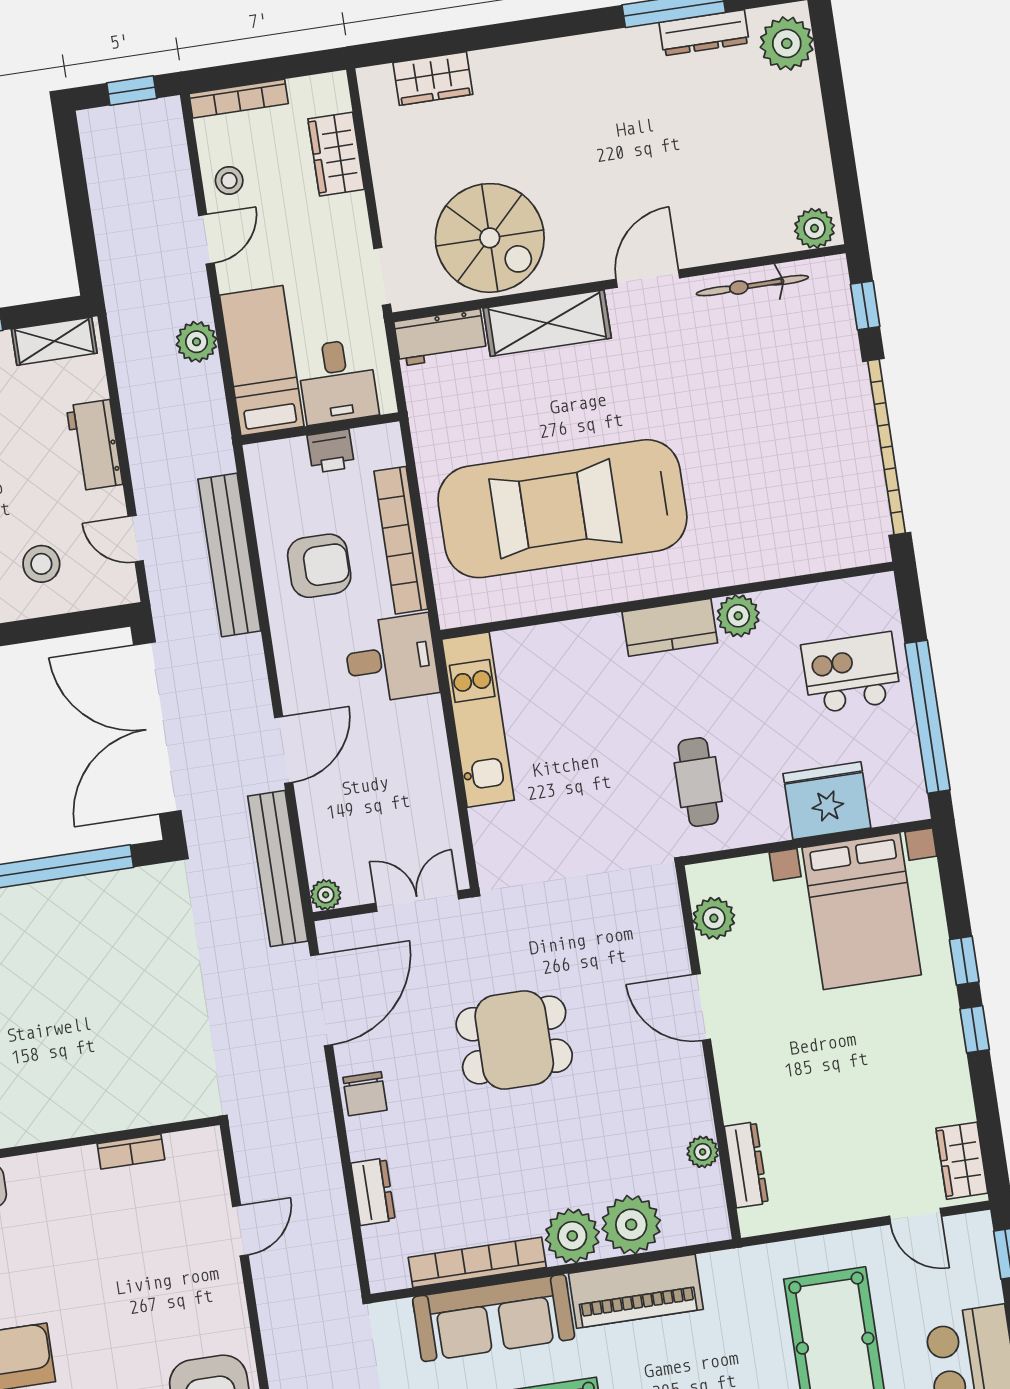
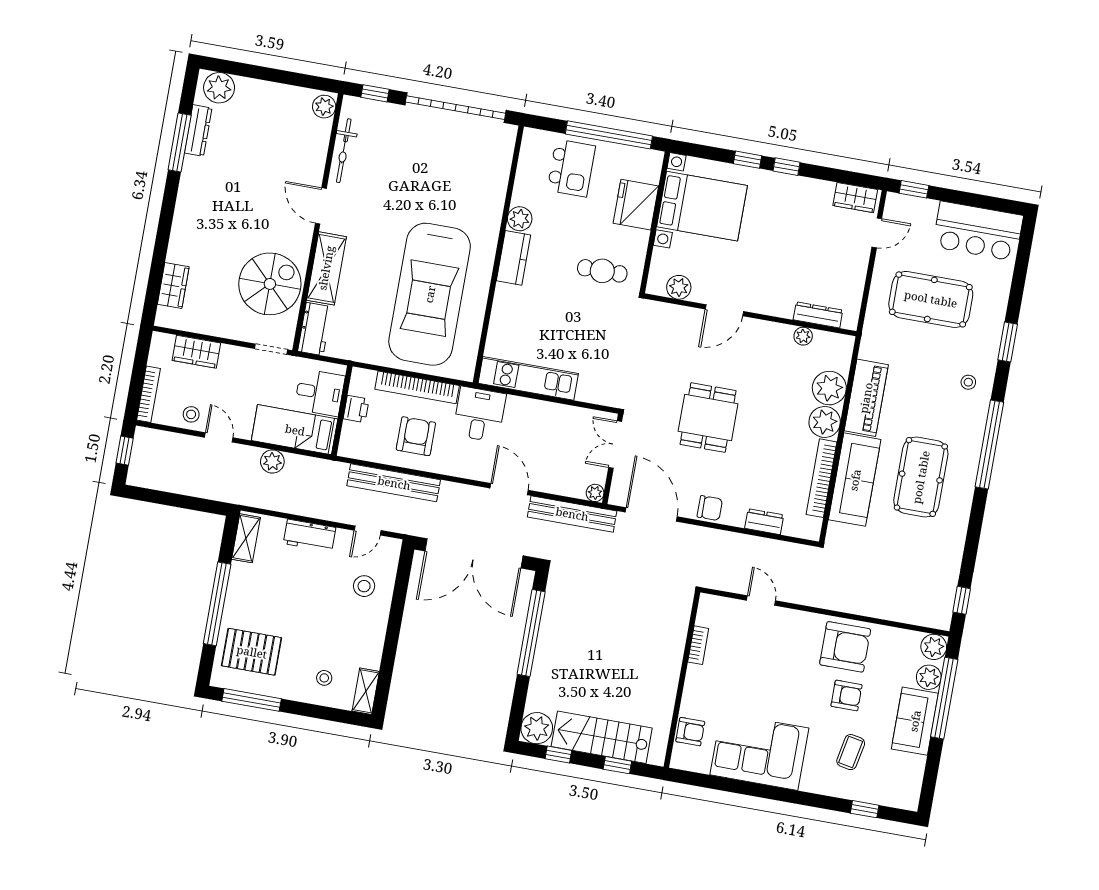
kitchen island: (851, 673) -> (571, 168), turned 180

